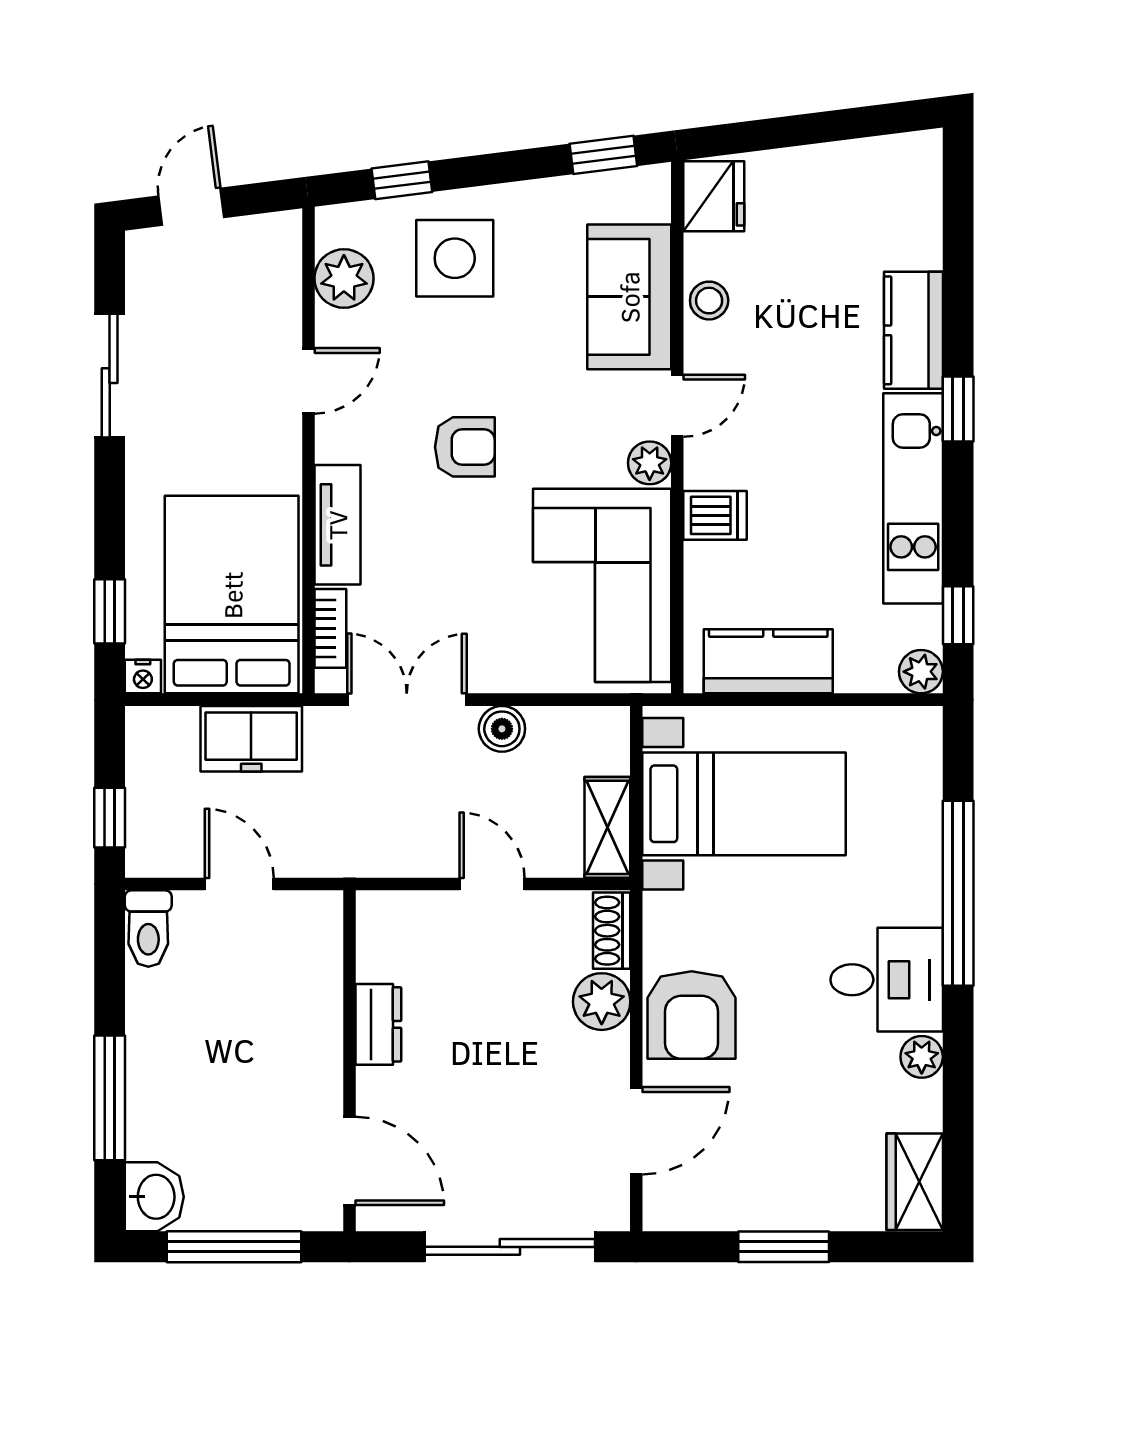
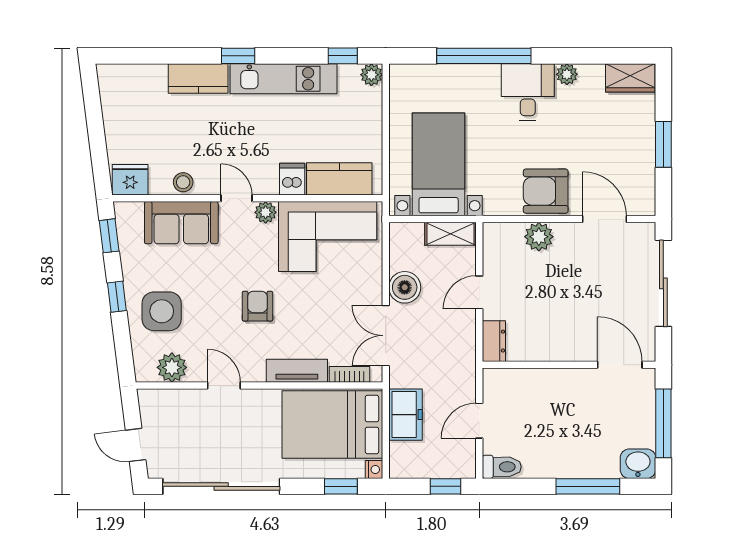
window: (402, 180) -> (117, 297), moved
sliding door: (110, 376) -> (221, 486), width x1.86
kitchen counter: (768, 661) -> (339, 179), moved, turned 90
boiler: (502, 729) -> (405, 287), width x1.36, depth x1.36
shoe rack: (612, 931) -> (503, 232), removed
armchair: (692, 1015) -> (546, 191), turned 180
dresser: (378, 1024) -> (494, 341), moved, turned 90
door: (349, 1161) -> (620, 365), hinge flipped

